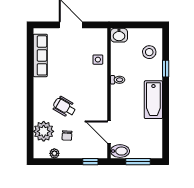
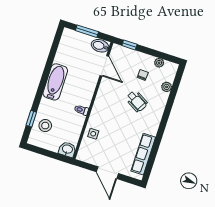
window: (166, 69) -> (31, 119), moved
plant: (44, 131) -> (167, 87), width x0.53, depth x0.53

